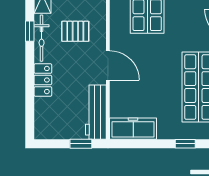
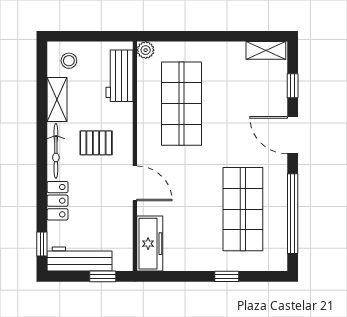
window: (30, 31) -> (42, 244), moved
workbench: (96, 112) -> (80, 259), moved, turned 90
freezer: (133, 129) -> (150, 244), moved, turned 90

